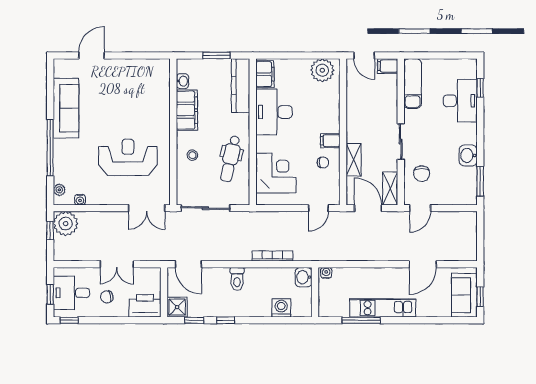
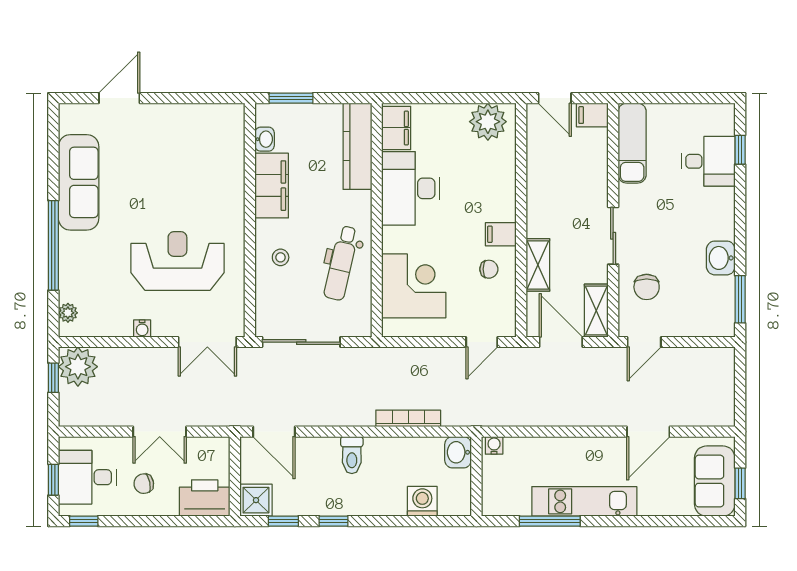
window: (217, 55) -> (291, 98), moved
desk: (460, 101) -> (708, 161), width x0.73
water cooler: (80, 200) -> (142, 328), moved

